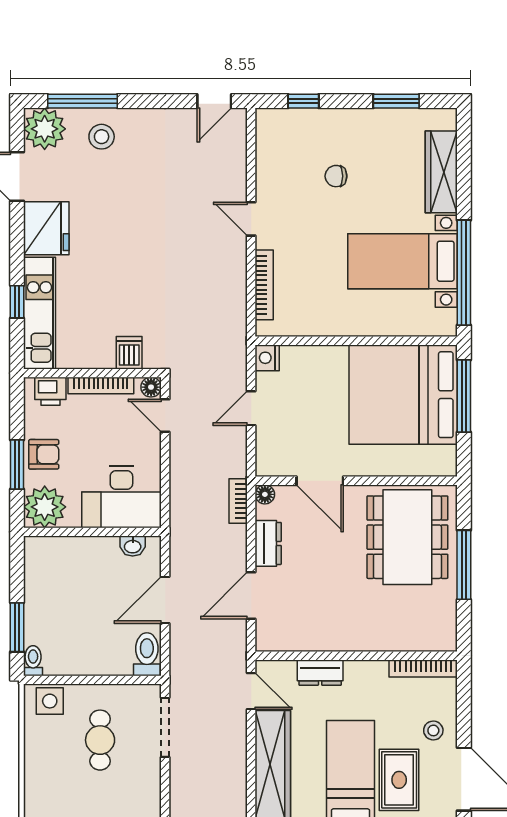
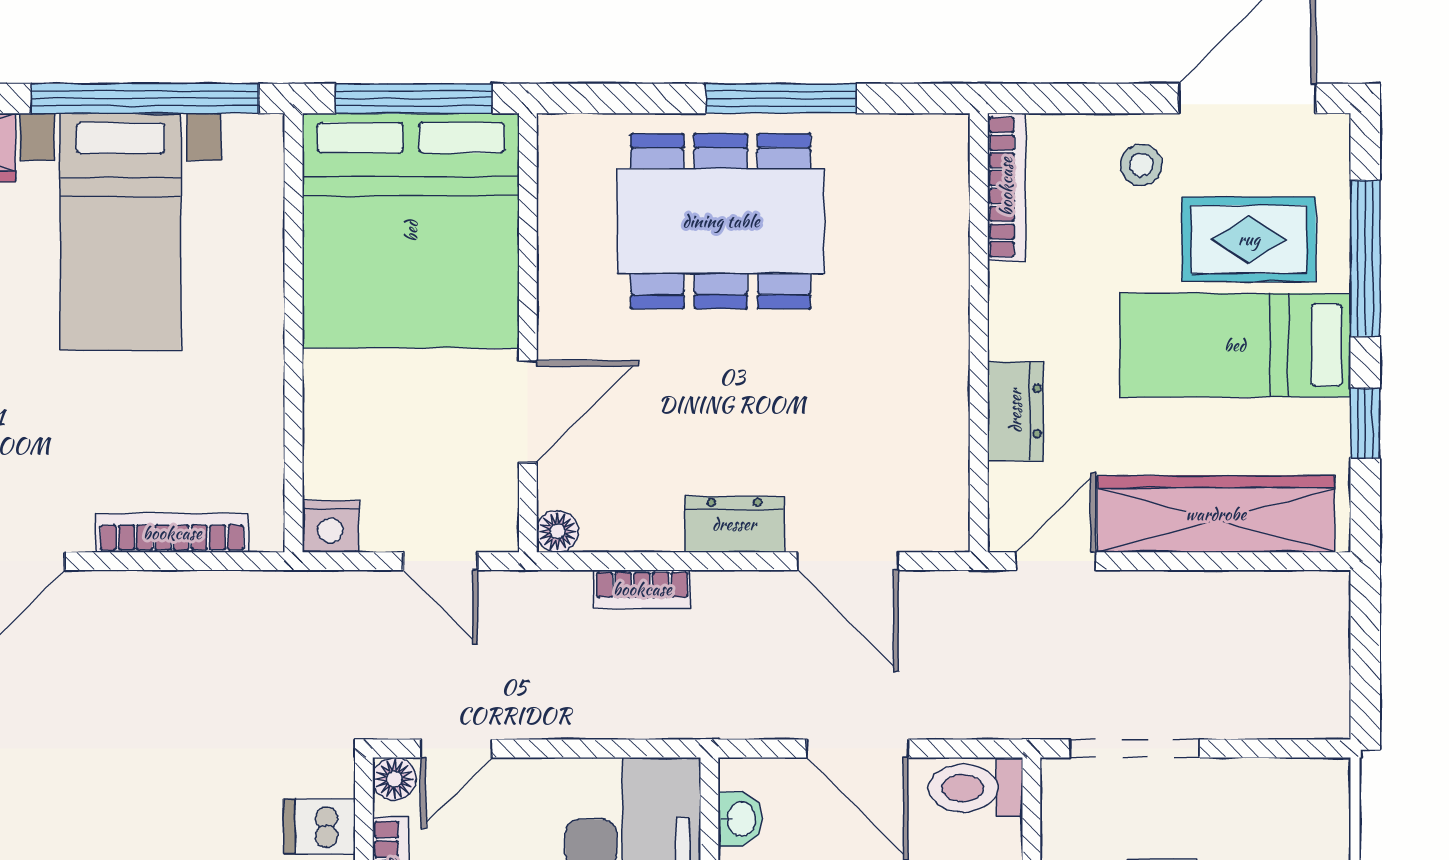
door: (320, 481) -> (528, 412), moved
wall: (356, 481) -> (528, 333), moved
floor lamp: (265, 494) -> (557, 531), moved

